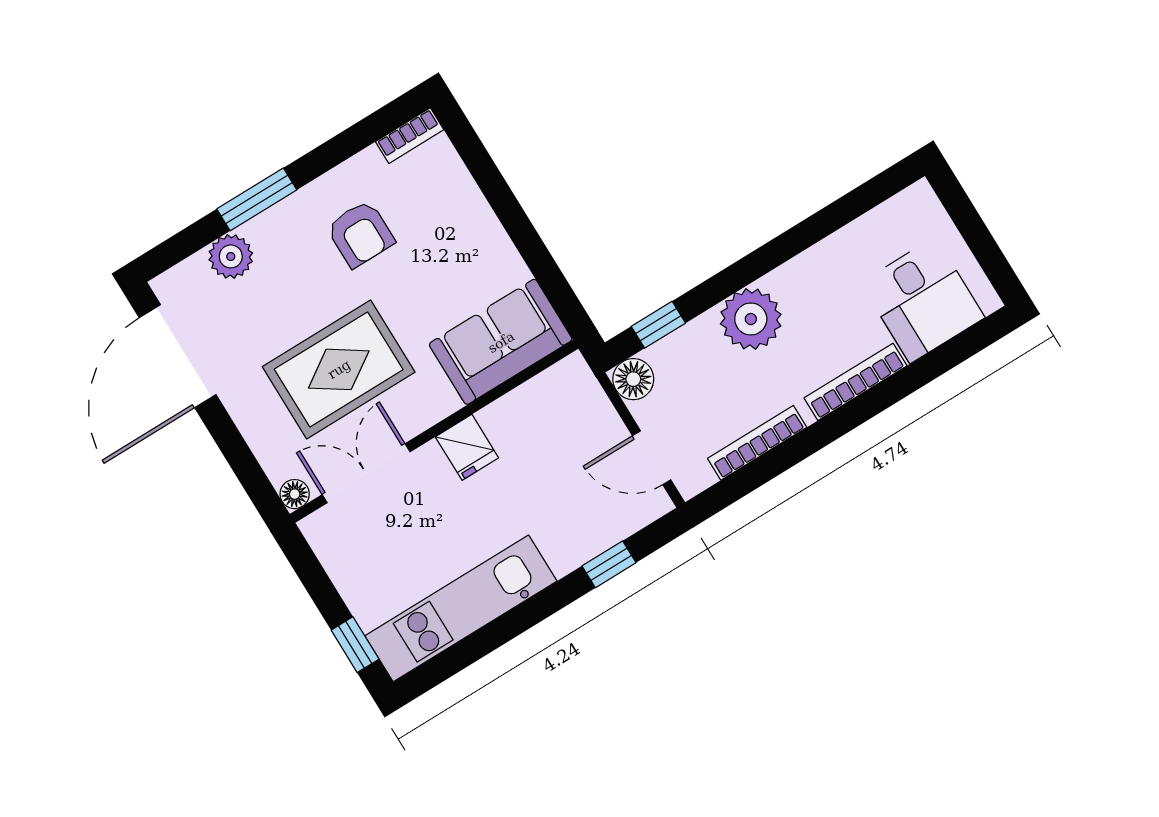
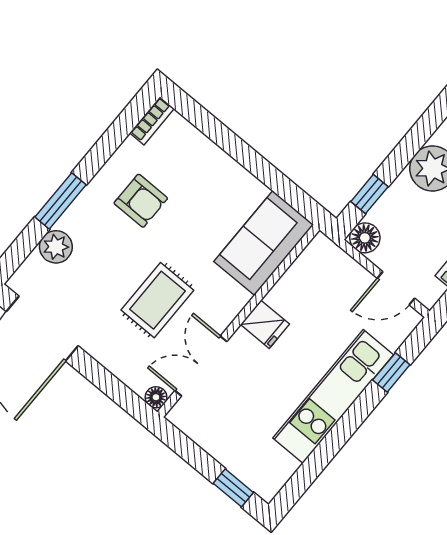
rug: (339, 369) -> (157, 300), width x0.73, depth x0.70
kitchen unit: (461, 608) -> (333, 396), moved

